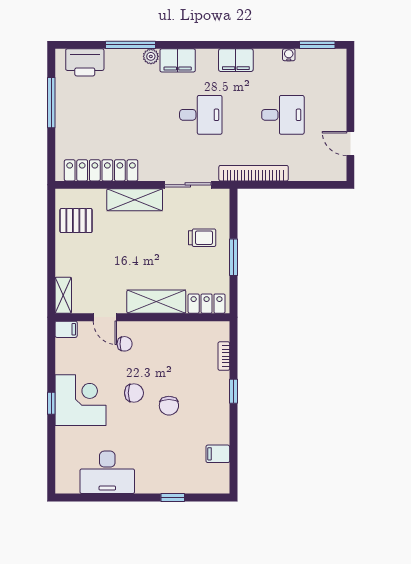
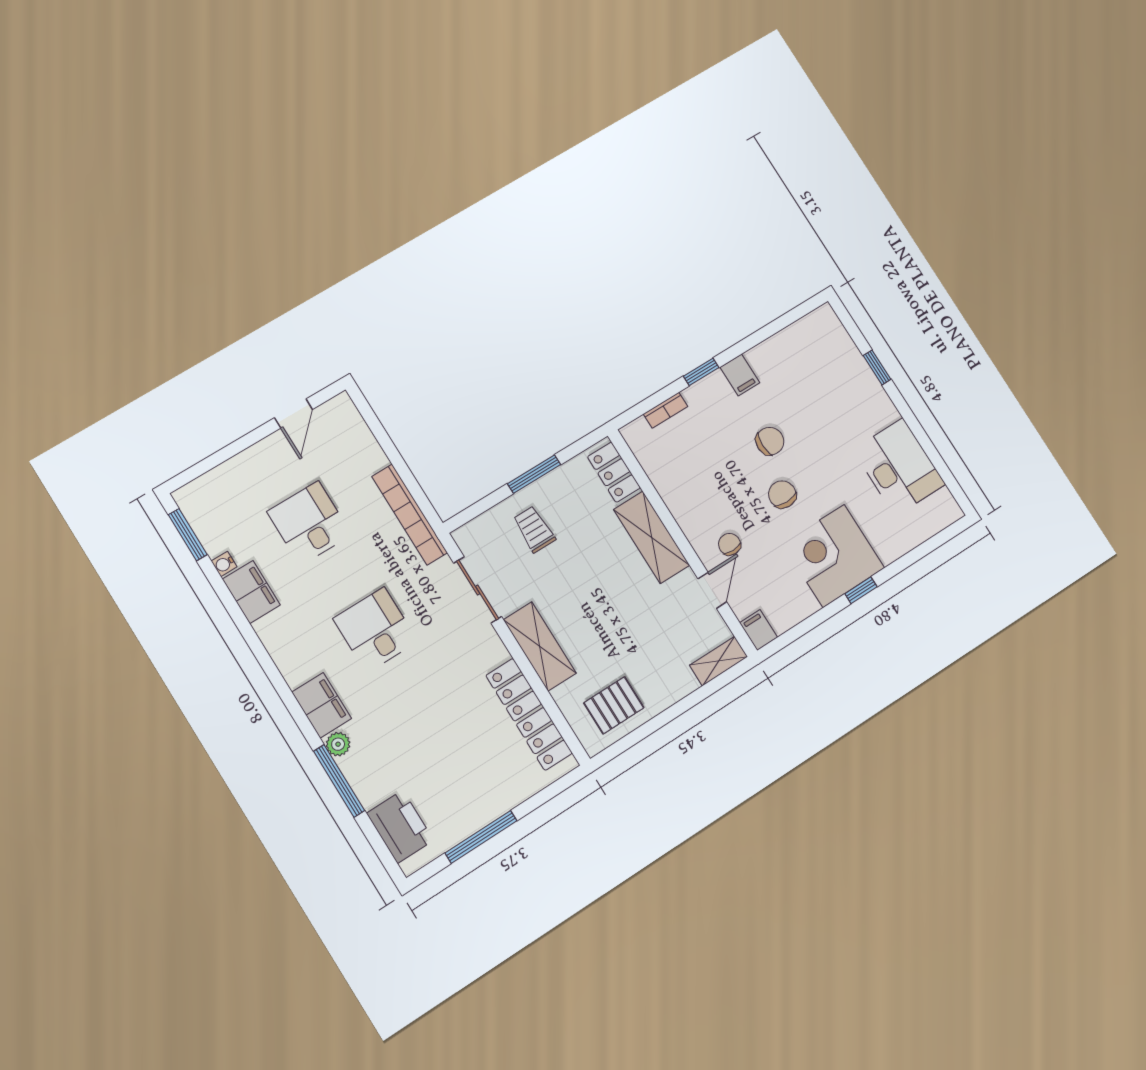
filing cabinet: (236, 60) -> (251, 592), moved
pallet: (76, 221) -> (614, 705), turned 90
filing cabinet: (218, 454) -> (740, 375), moved

